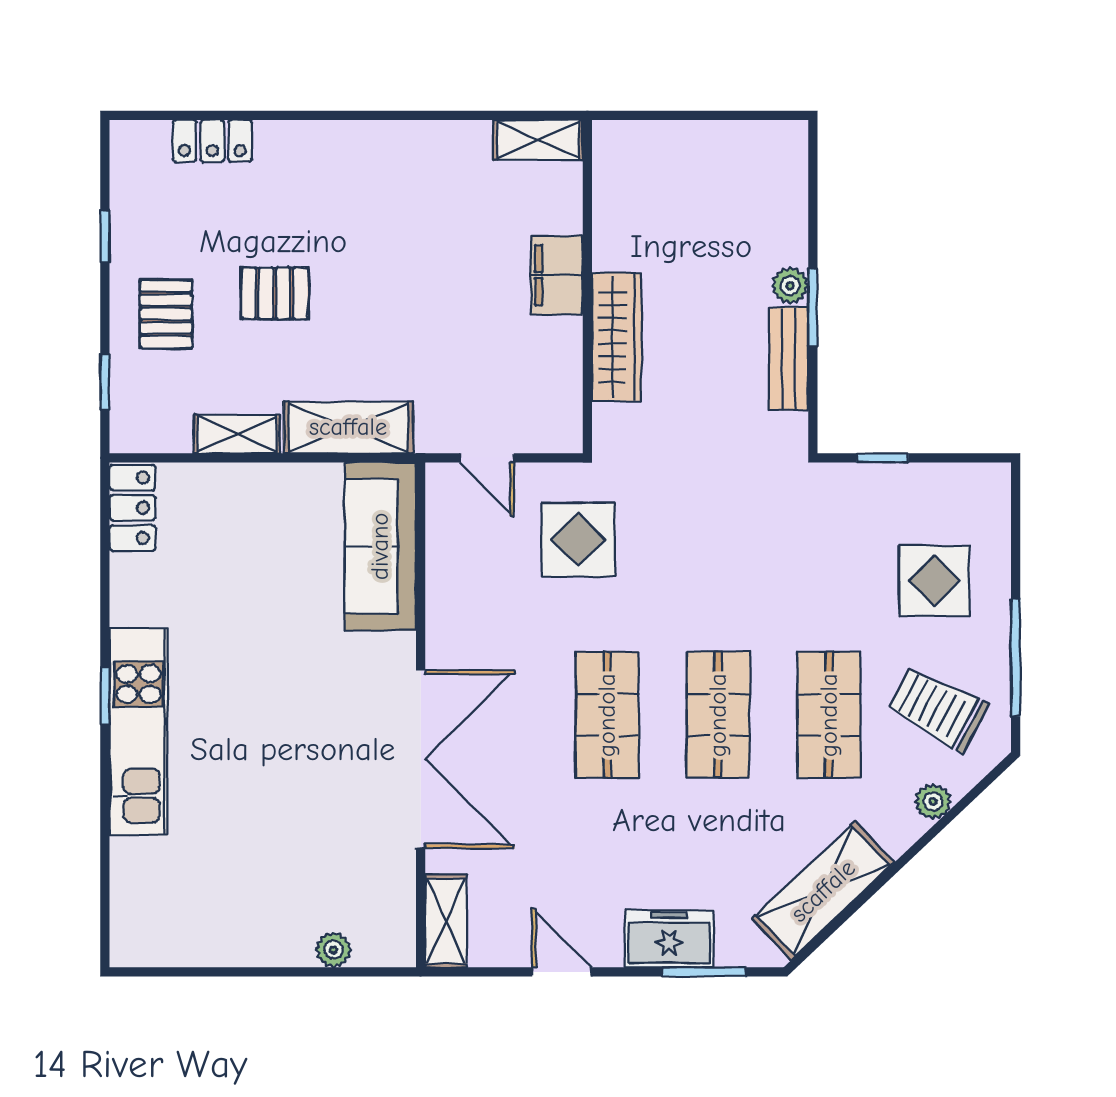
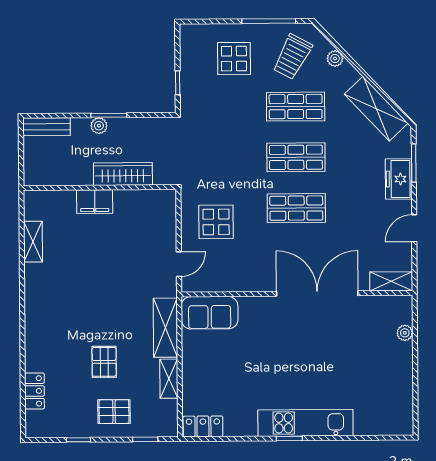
filing cabinet: (557, 275) -> (95, 202), moved
wall: (587, 287) -> (100, 188), moved
wardrobe: (617, 337) -> (123, 174), moved
bench: (789, 359) -> (47, 127), moved
sofa: (380, 546) -> (210, 313), width x0.73

